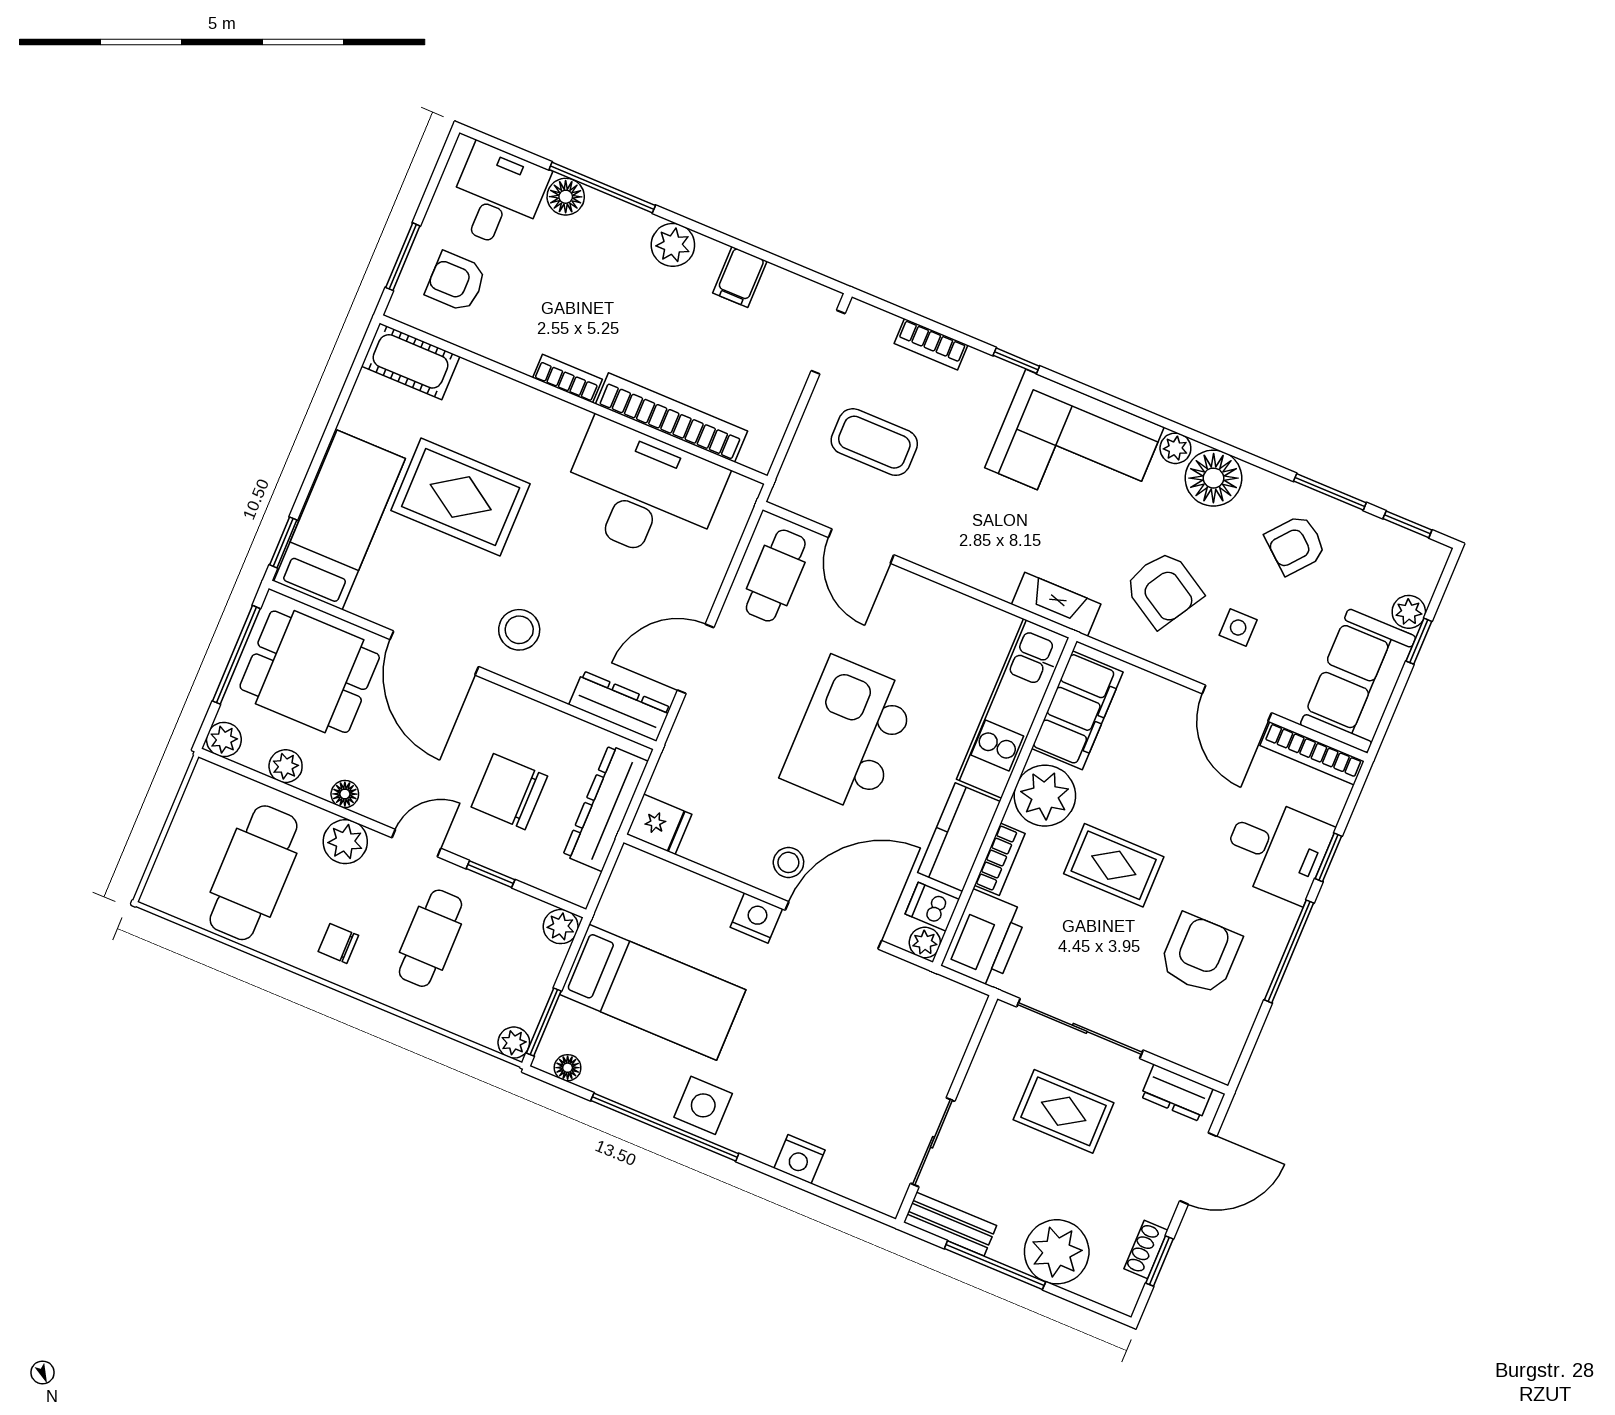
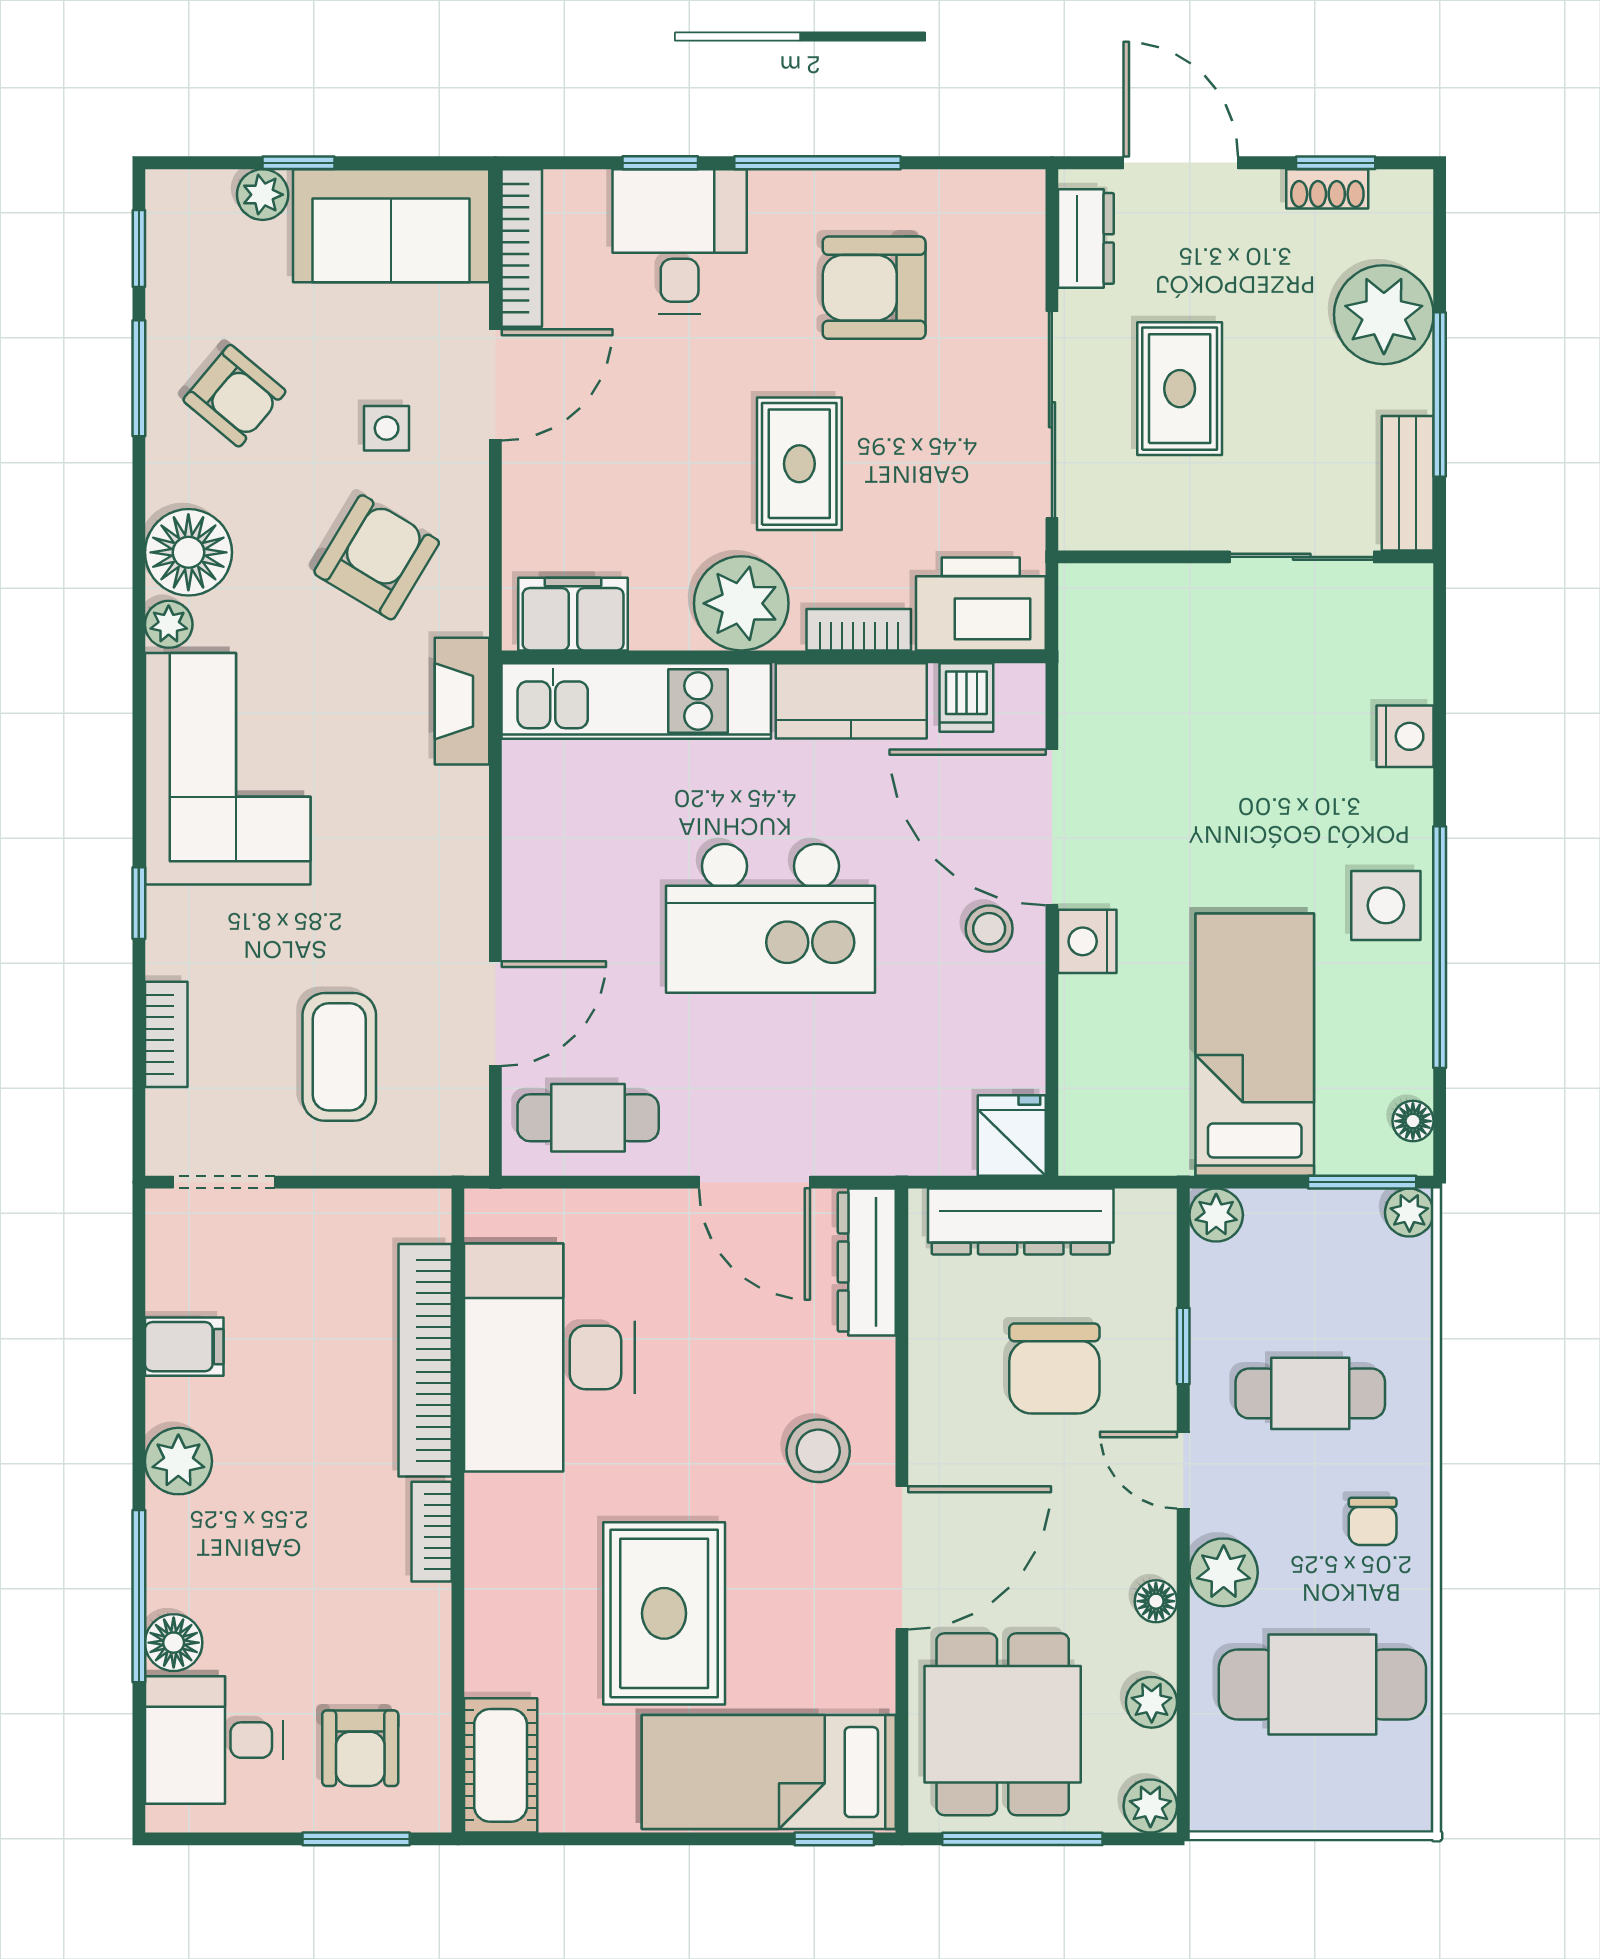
filing cabinet: (1077, 710) -> (573, 614), width x0.67, depth x0.86
plant: (925, 943) -> (1022, 687), removed

